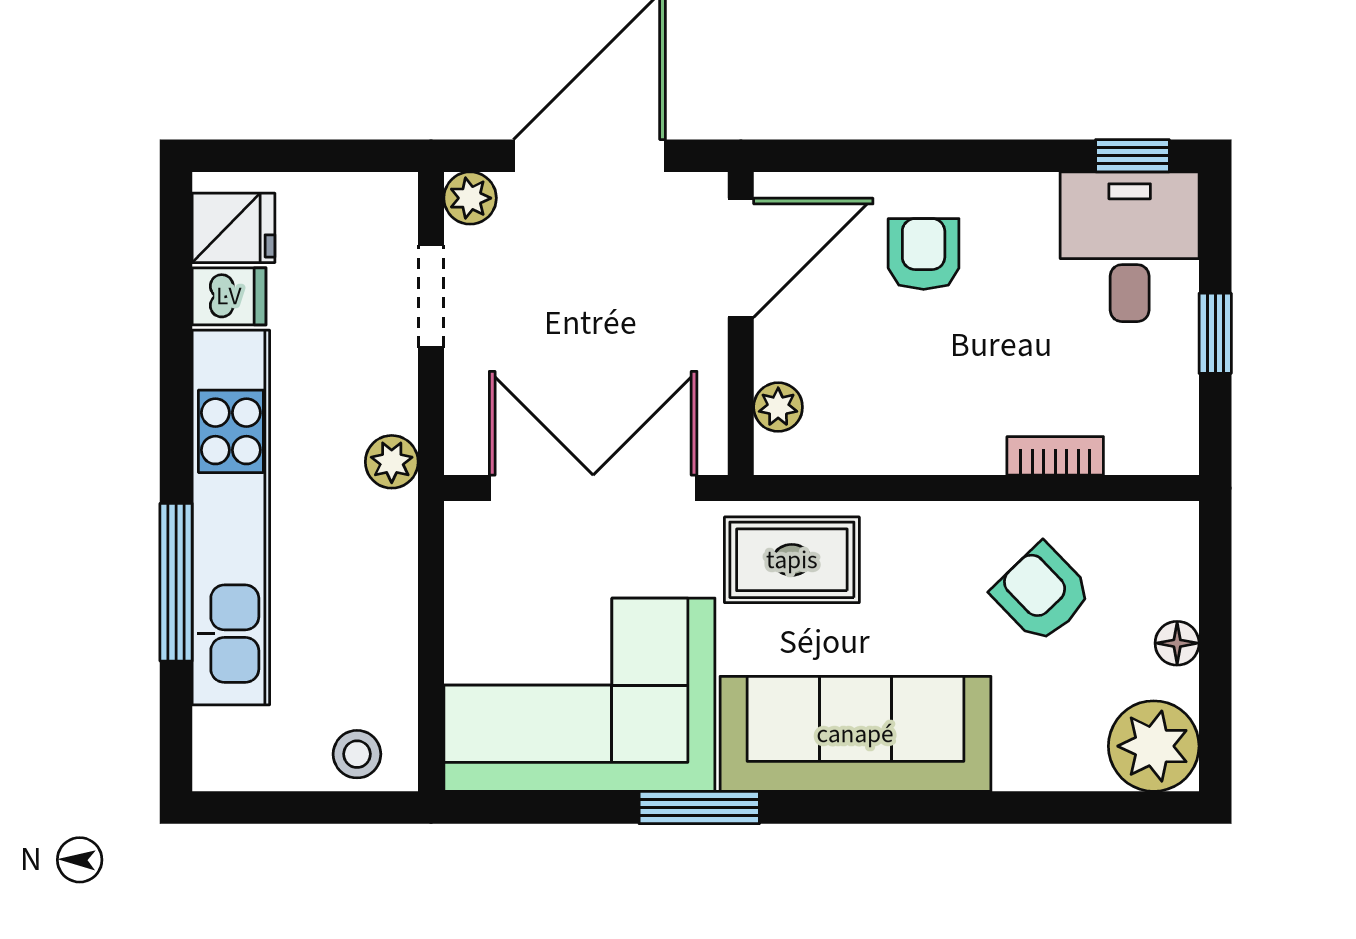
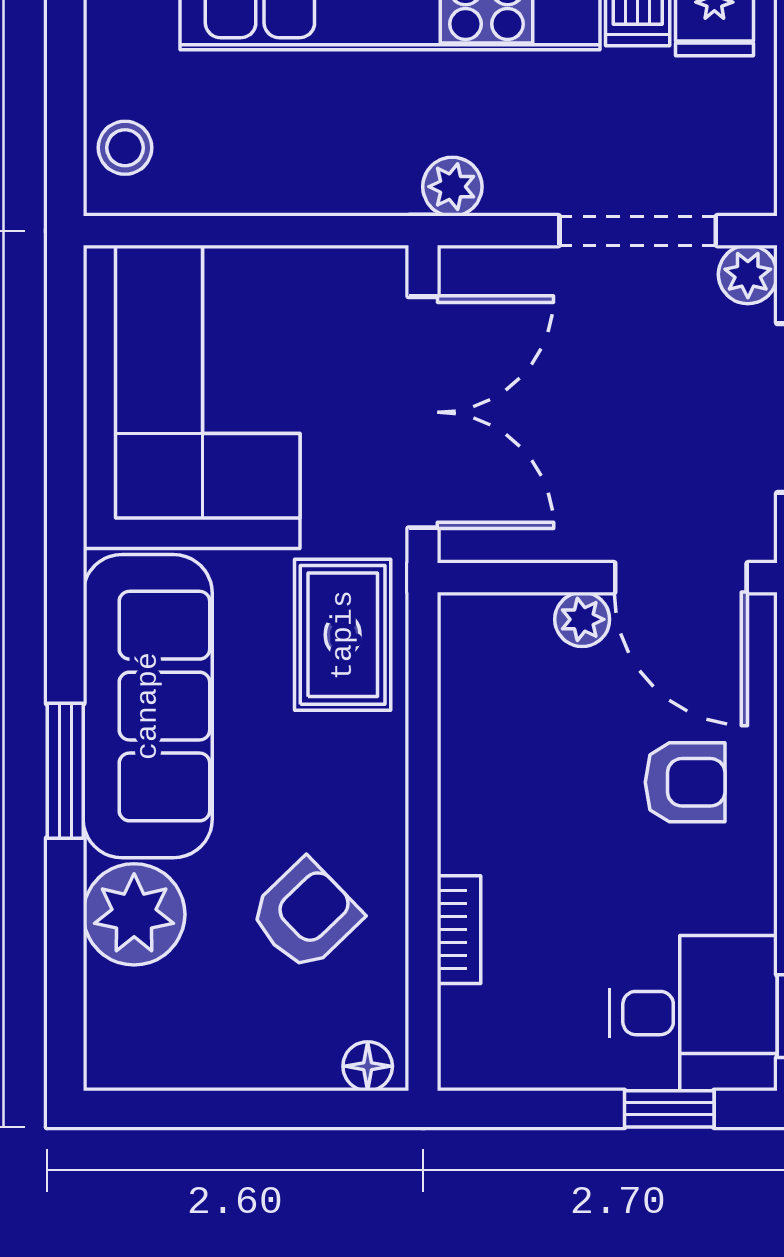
doorway: (431, 296) -> (638, 231), width x1.38
window: (1215, 333) -> (669, 1109), moved
plant: (778, 407) -> (582, 619), moved
floor lamp: (1177, 643) -> (368, 1066), moved
plant: (1154, 746) -> (134, 914), moved
window: (699, 808) -> (65, 771), moved

